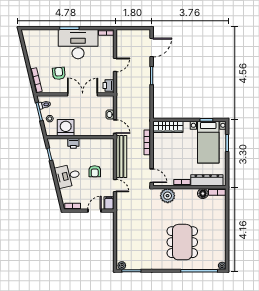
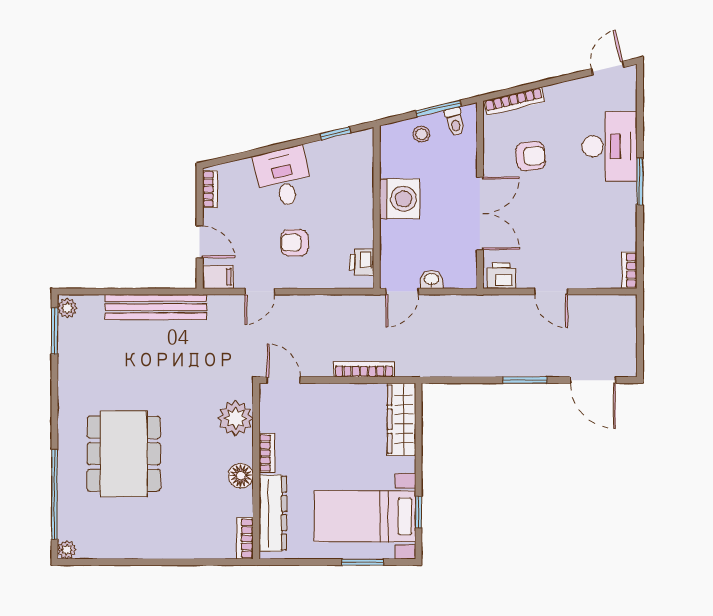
door: (22, 41) -> (608, 68), added
desk: (78, 44) -> (610, 146), moved, width x0.73, depth x0.77
washing machine: (66, 128) -> (400, 199), moved
printer: (73, 143) -> (362, 262), moved
bench: (121, 156) -> (156, 307), moved
door: (152, 176) -> (284, 380), swing flipped
floor lamp: (203, 194) -> (241, 476), moved
dining table: (182, 242) -> (124, 454), turned 90

